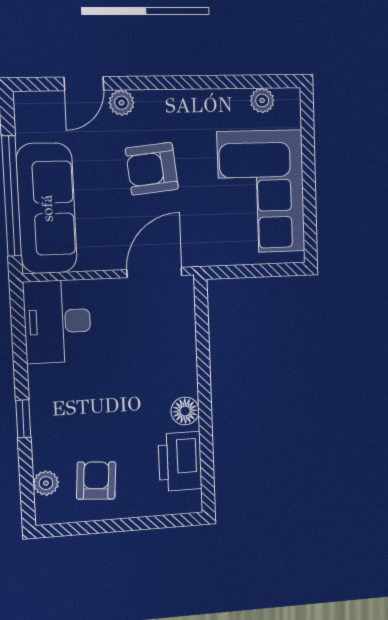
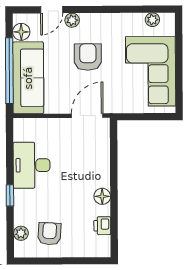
floor lamp: (30, 125) -> (21, 32), added
armchair: (152, 169) -> (88, 57), turned 96
desk: (57, 321) -> (32, 165), moved
printer: (180, 461) -> (102, 226), width x0.53, depth x0.68

